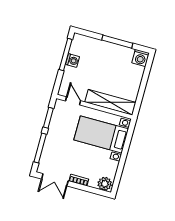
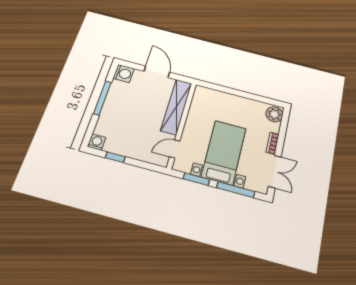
window: (66, 55) -> (115, 157), width x0.46
washing machine: (72, 61) -> (97, 142), moved
door: (143, 86) -> (157, 72), added
bed with nightstands: (101, 134) -> (224, 152), moved, turned 180

